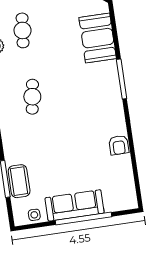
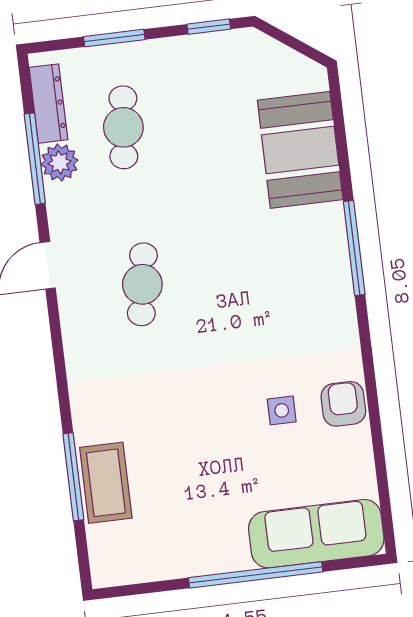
armchair: (119, 145) -> (343, 404), turned 180
sofa: (75, 205) -> (316, 534), moved
side table: (34, 215) -> (282, 410), moved

